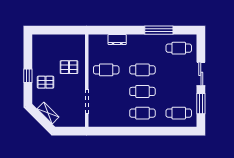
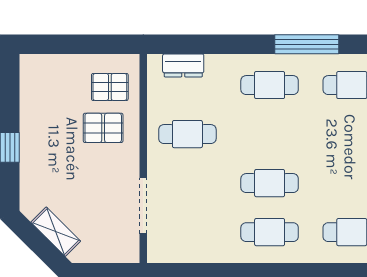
dresser: (117, 40) -> (183, 65), moved
cafe table: (142, 70) -> (270, 85), moved
pallet: (46, 82) -> (110, 87), moved

